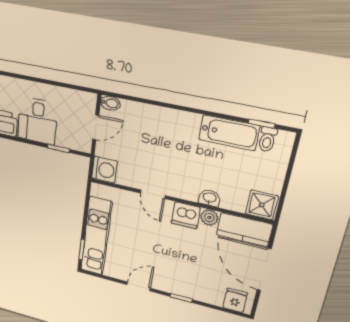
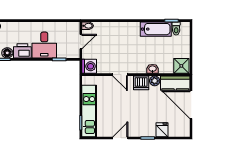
fridge: (235, 300) -> (162, 130), moved

